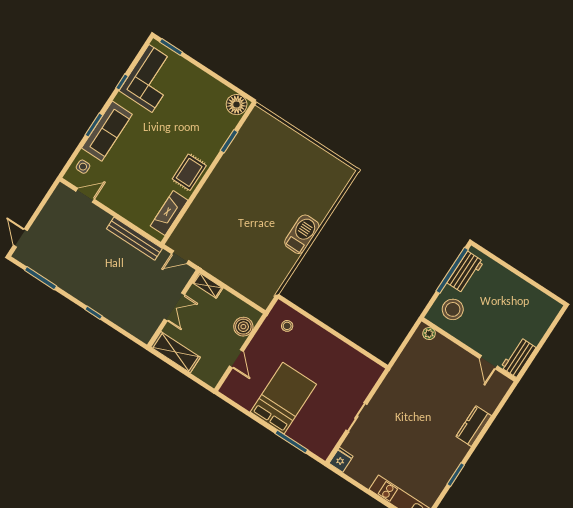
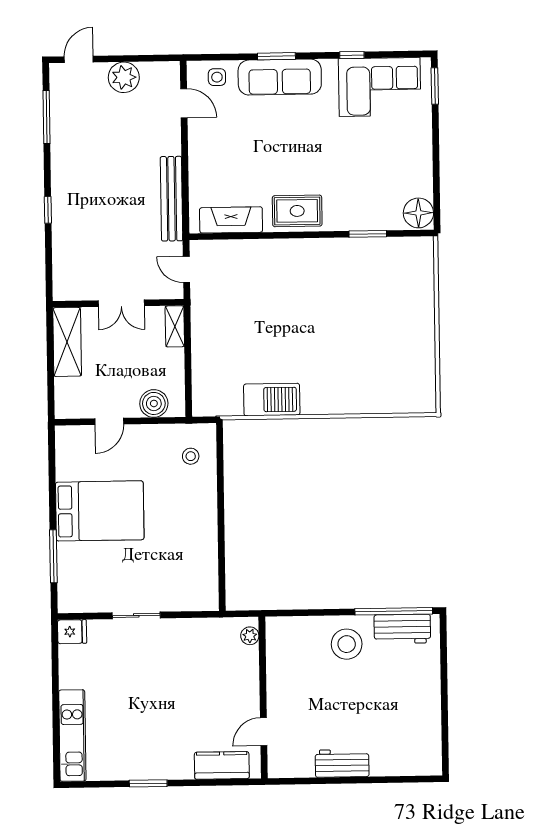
plant: (48, 219) -> (124, 77), added
barbecue: (302, 234) -> (272, 400), moved
plant: (429, 334) -> (250, 636), moved
wall: (469, 350) -> (263, 697), moved
door: (488, 362) -> (264, 732), moved

